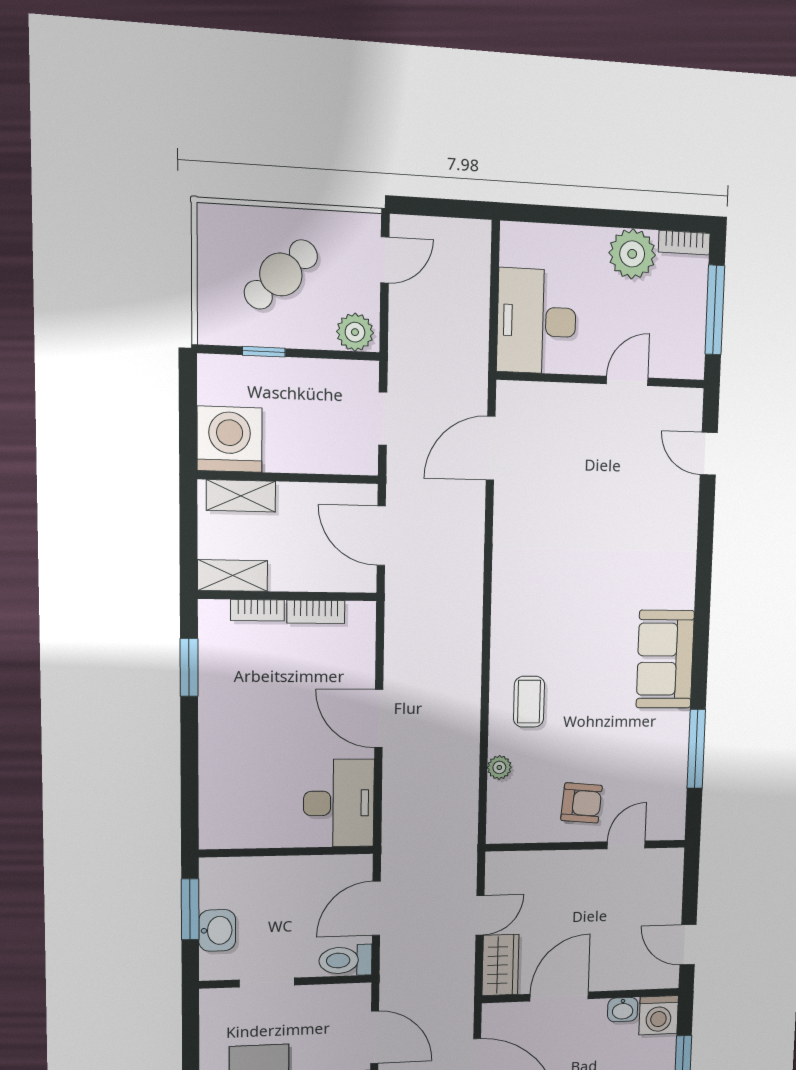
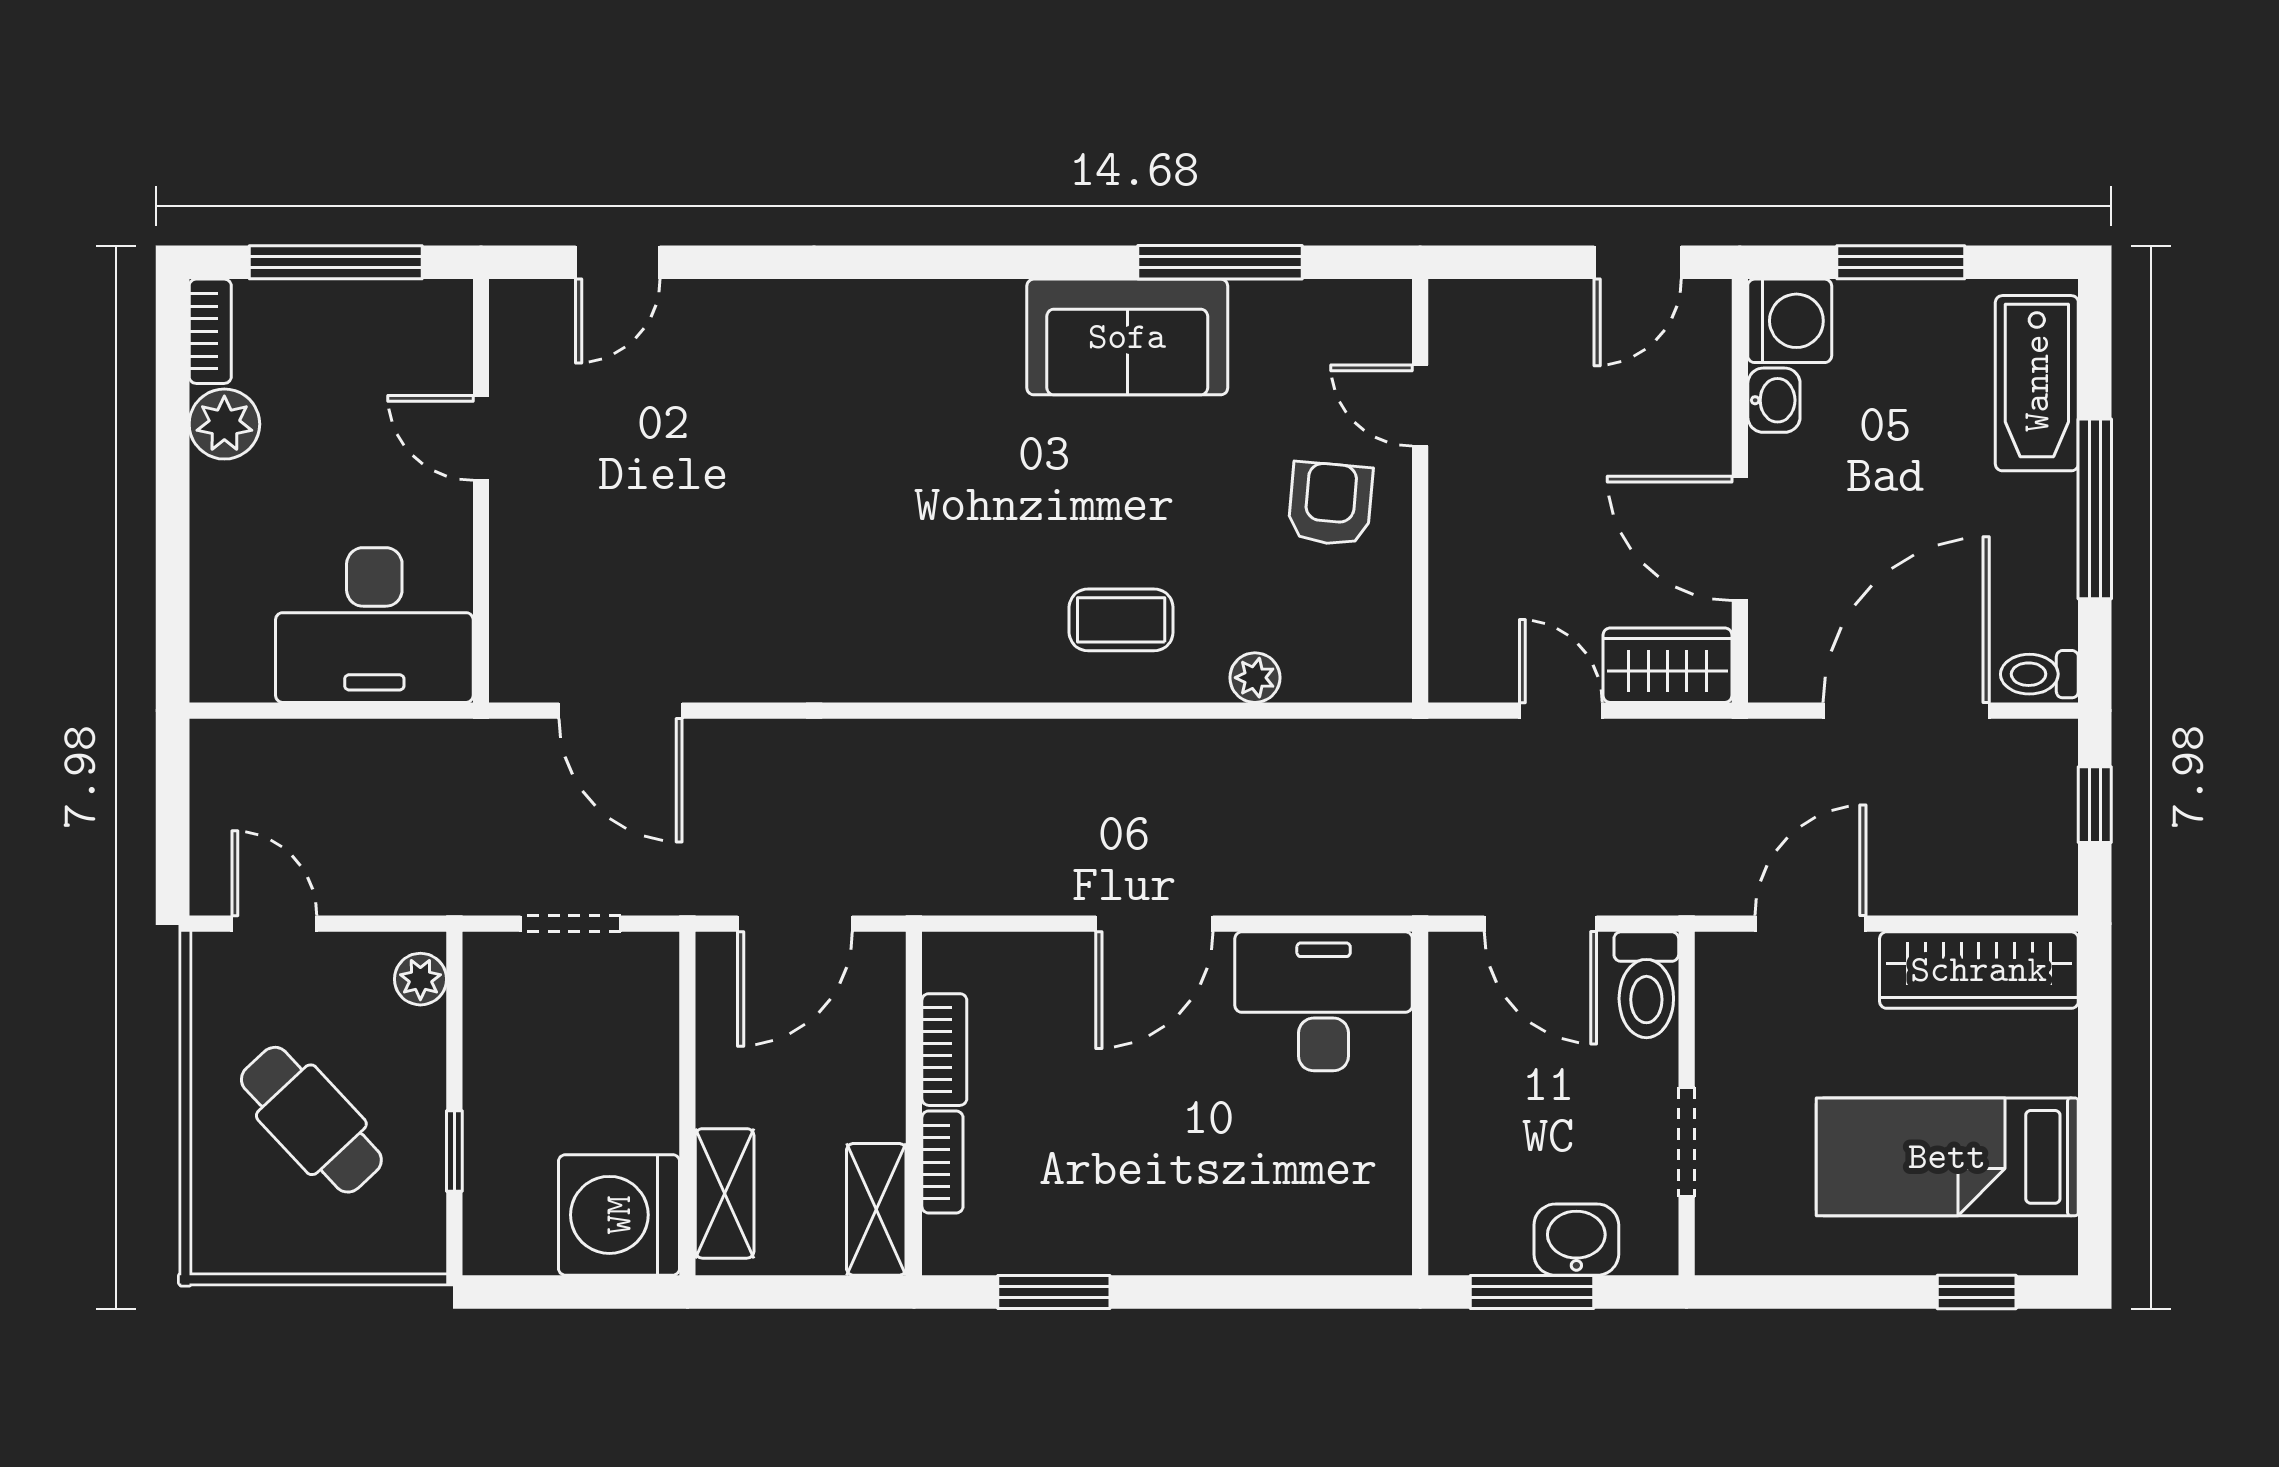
plant: (632, 254) -> (224, 424), width x0.73, depth x0.73
plant: (355, 332) -> (420, 979), width x0.73, depth x0.73
sofa: (665, 659) -> (1127, 337), moved

